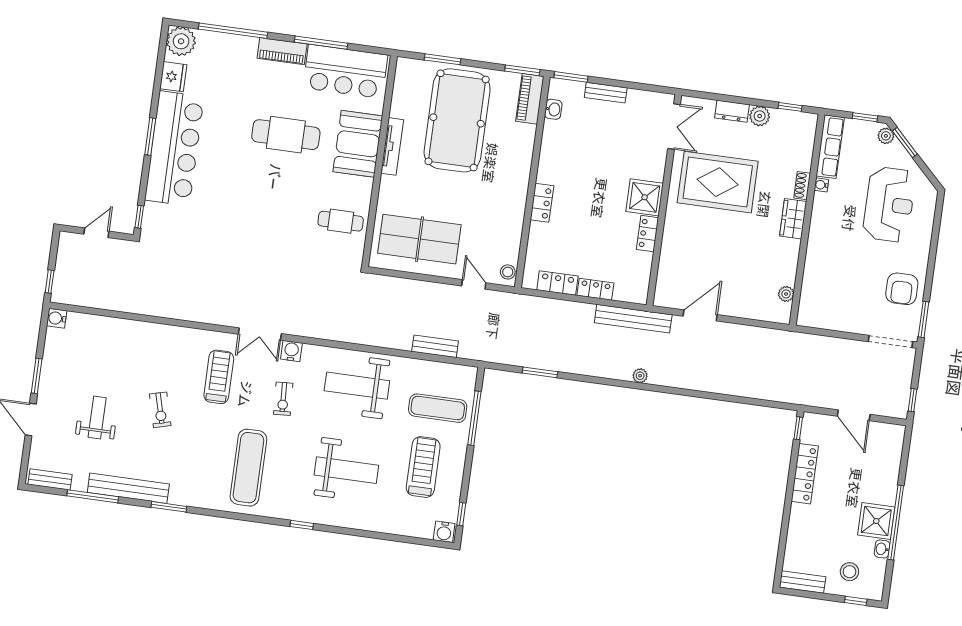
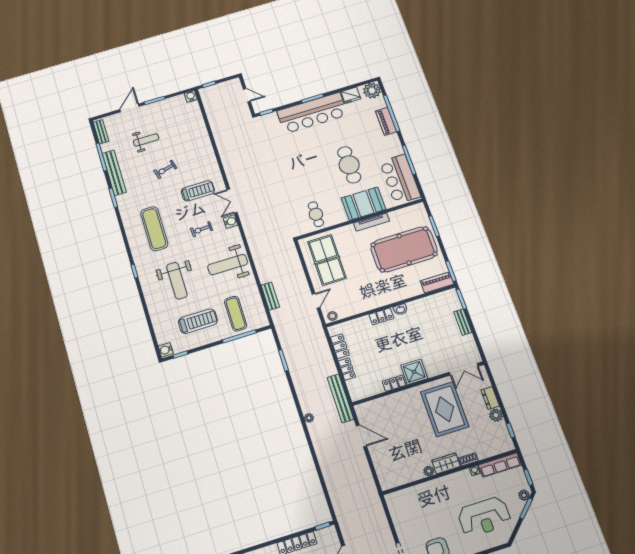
piano: (282, 51) -> (386, 121), moved
washbasin: (553, 109) -> (400, 310), moved
plant: (786, 294) -> (429, 471), moved
weight bench: (357, 386) -> (228, 265), turned -90
exercise mat: (248, 468) -> (154, 229), turned 90

